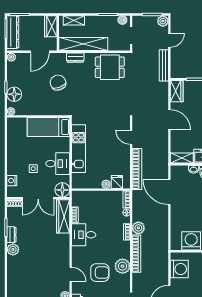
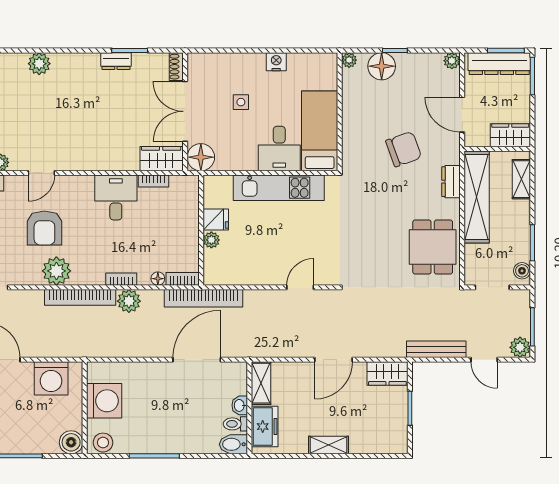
desk: (58, 164) -> (279, 149), moved
bookcase: (137, 169) -> (204, 298), moved
nightstand: (12, 181) -> (276, 62), moved
fridge: (117, 182) -> (216, 220), moved
wardrobe: (63, 216) -> (161, 159), width x0.67
plant: (13, 249) -> (39, 64), moved

